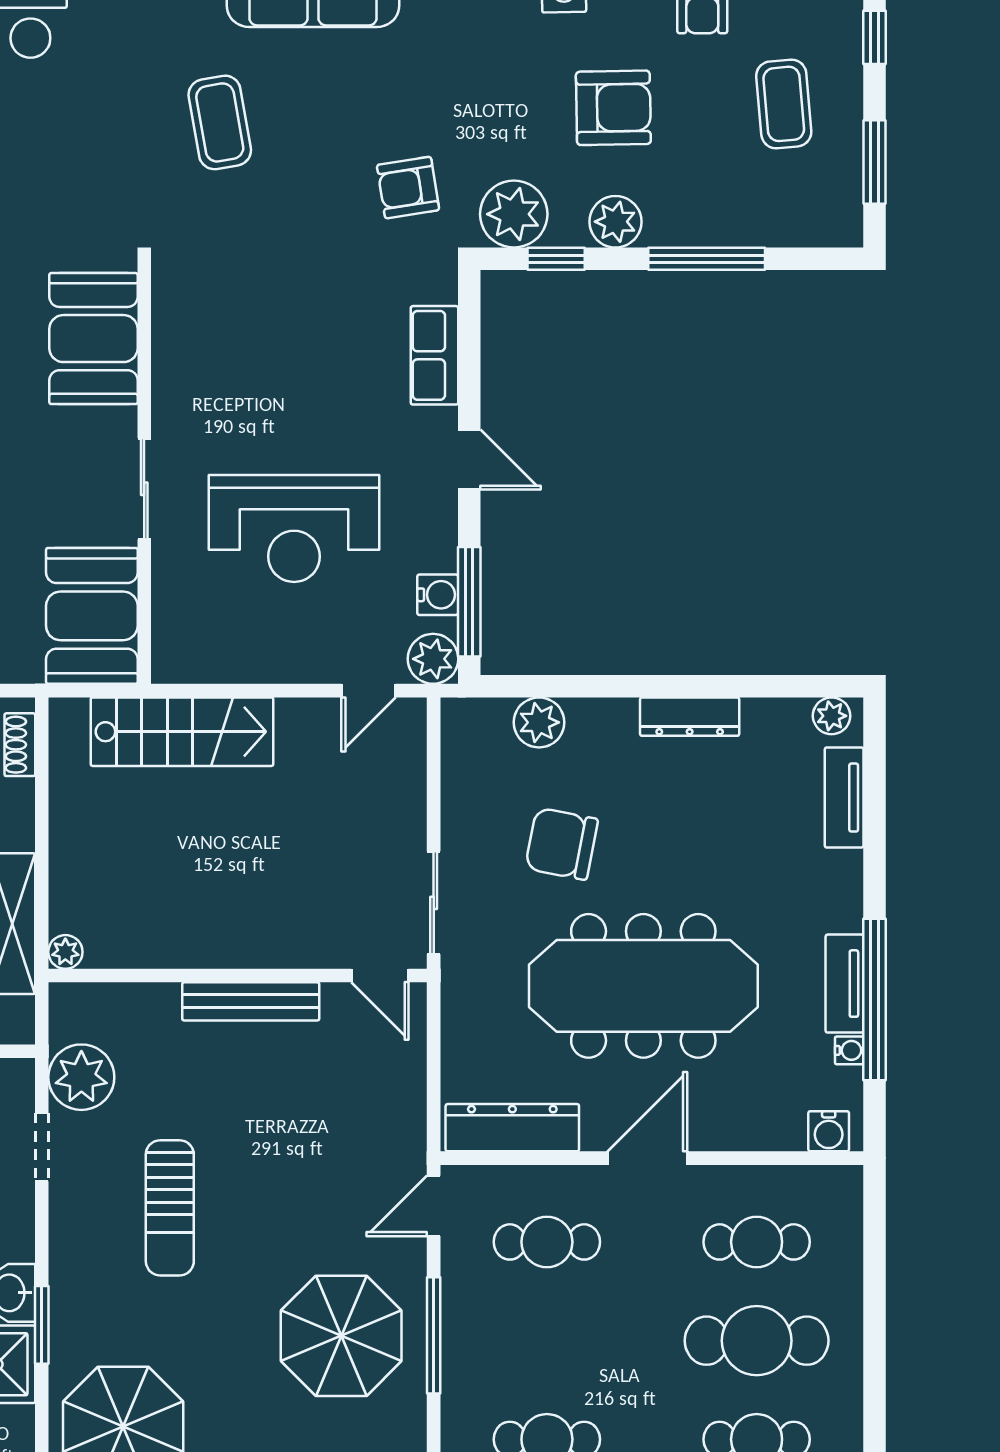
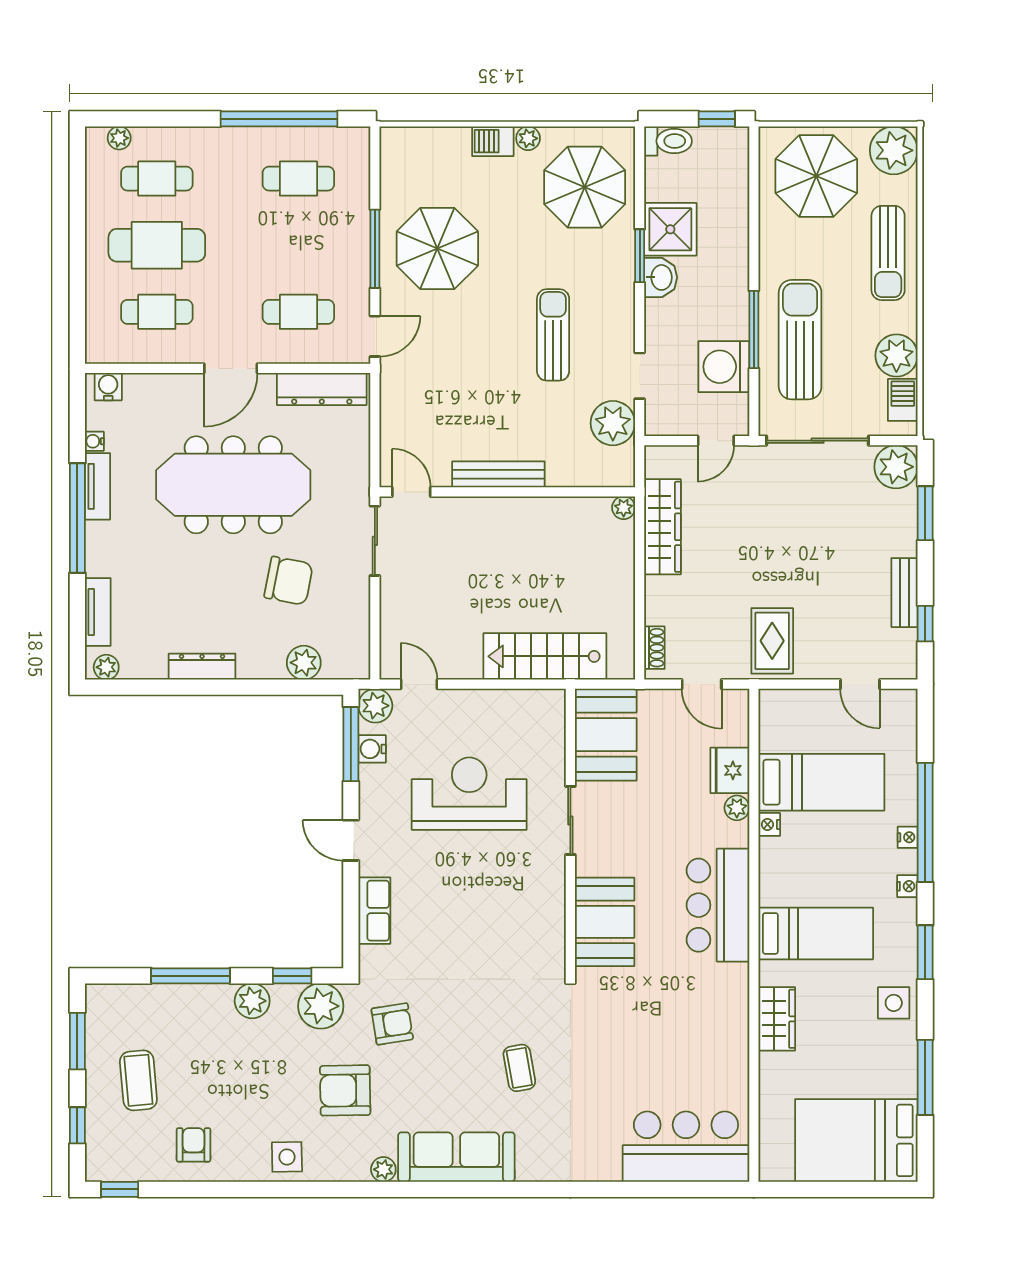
armchair: (613, 108) -> (345, 1090), moved
coffee table: (220, 122) -> (519, 1068), width x0.73, depth x0.77
door: (368, 691) -> (419, 684), hinge flipped
window: (874, 999) -> (77, 518), moved

